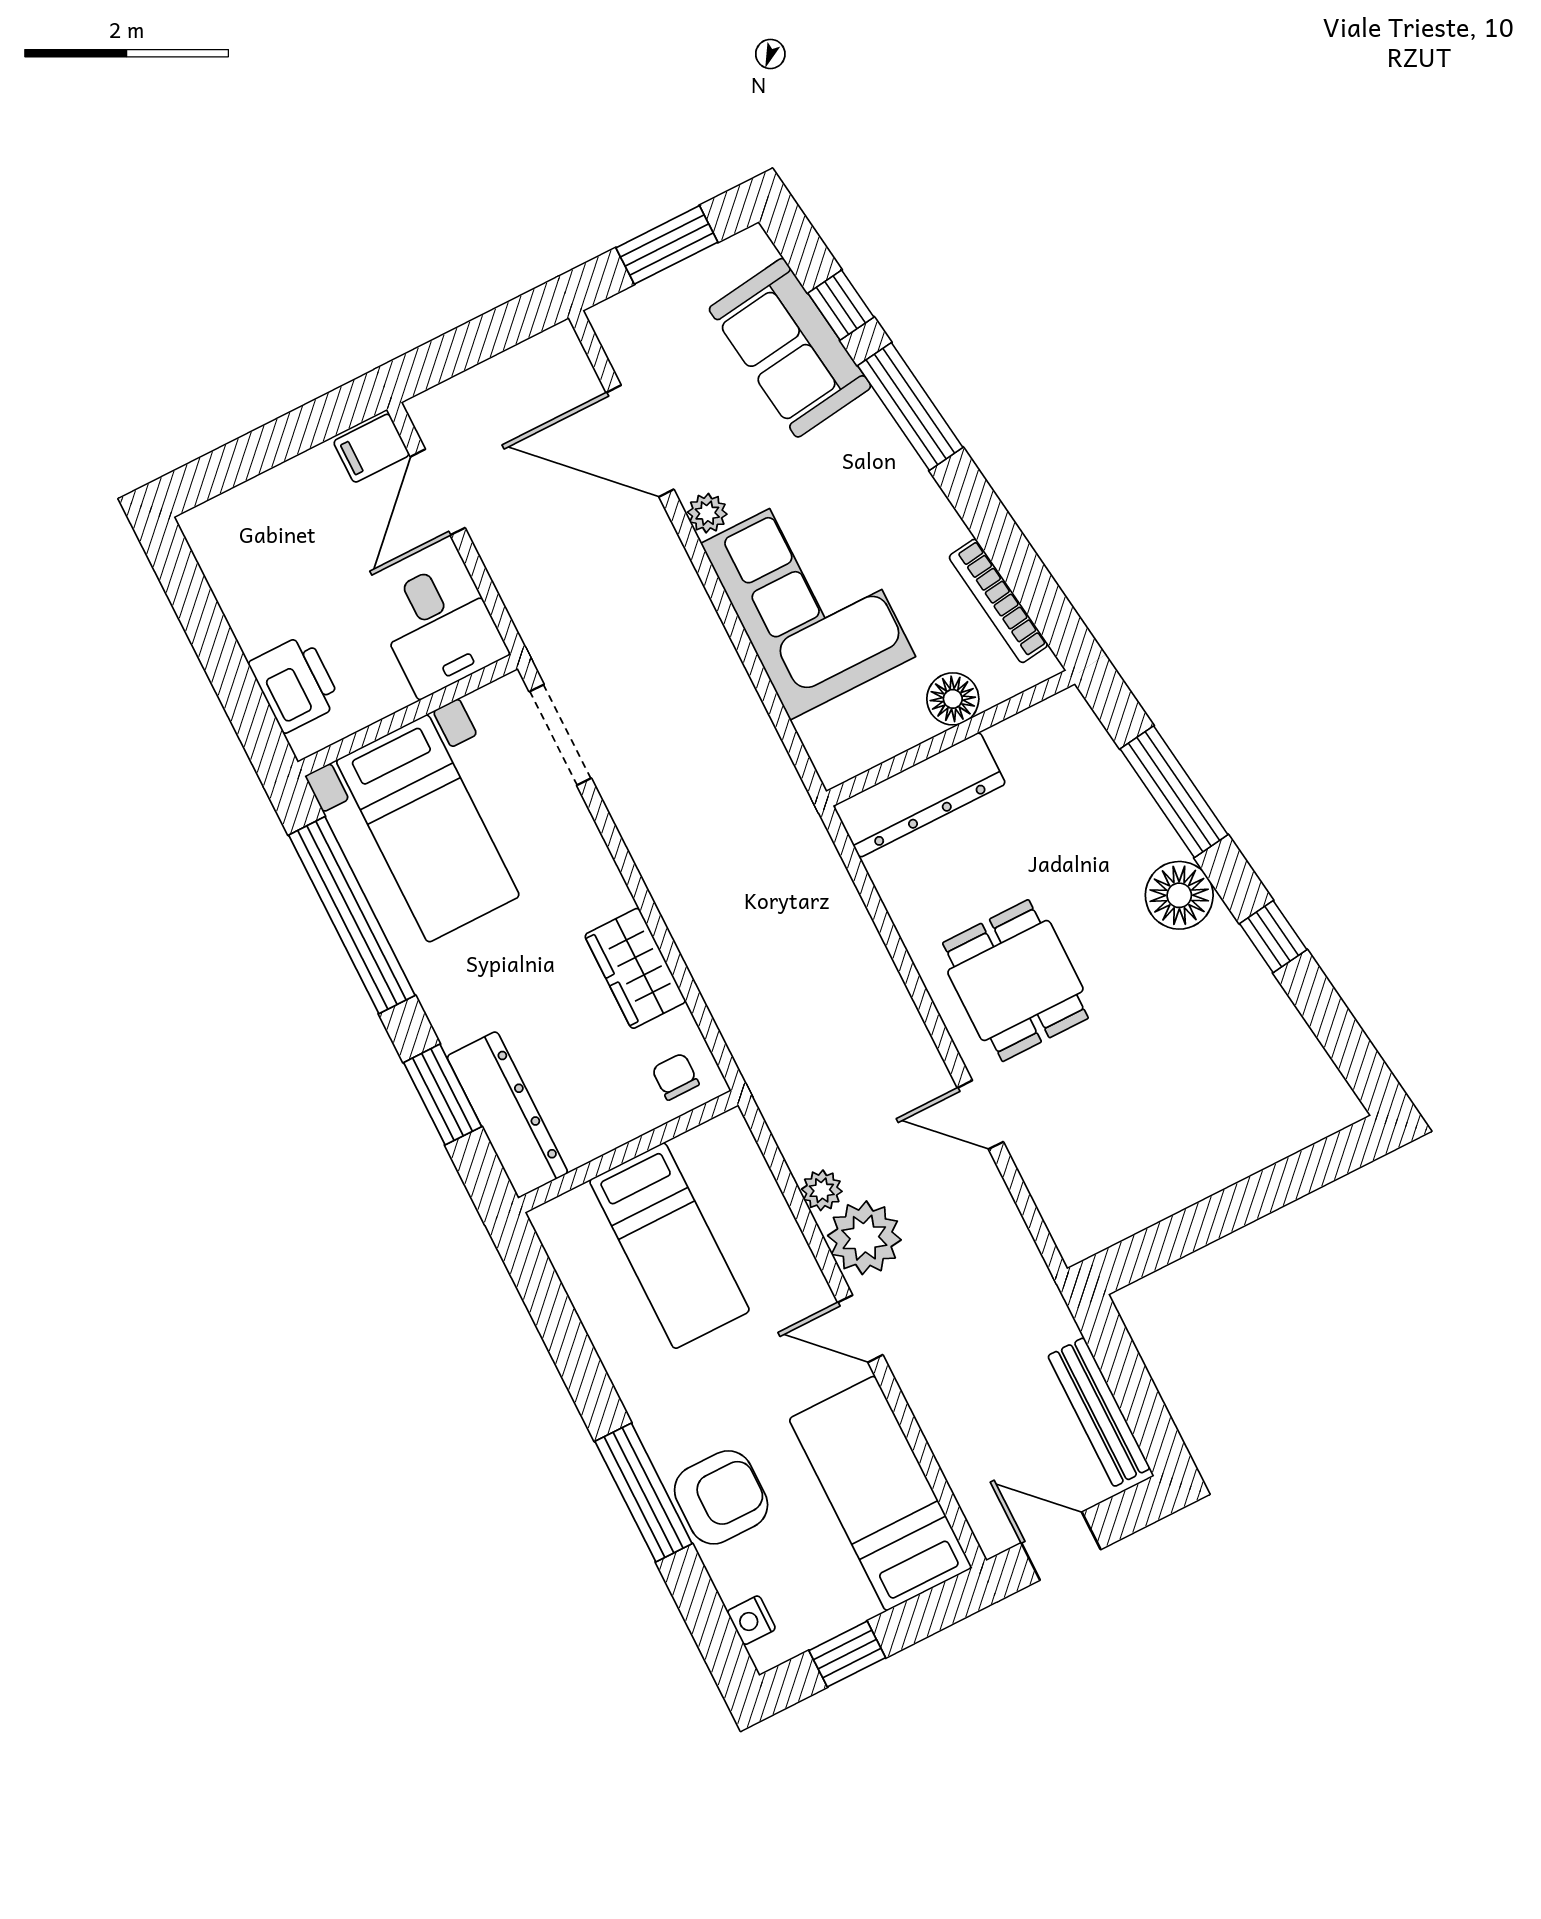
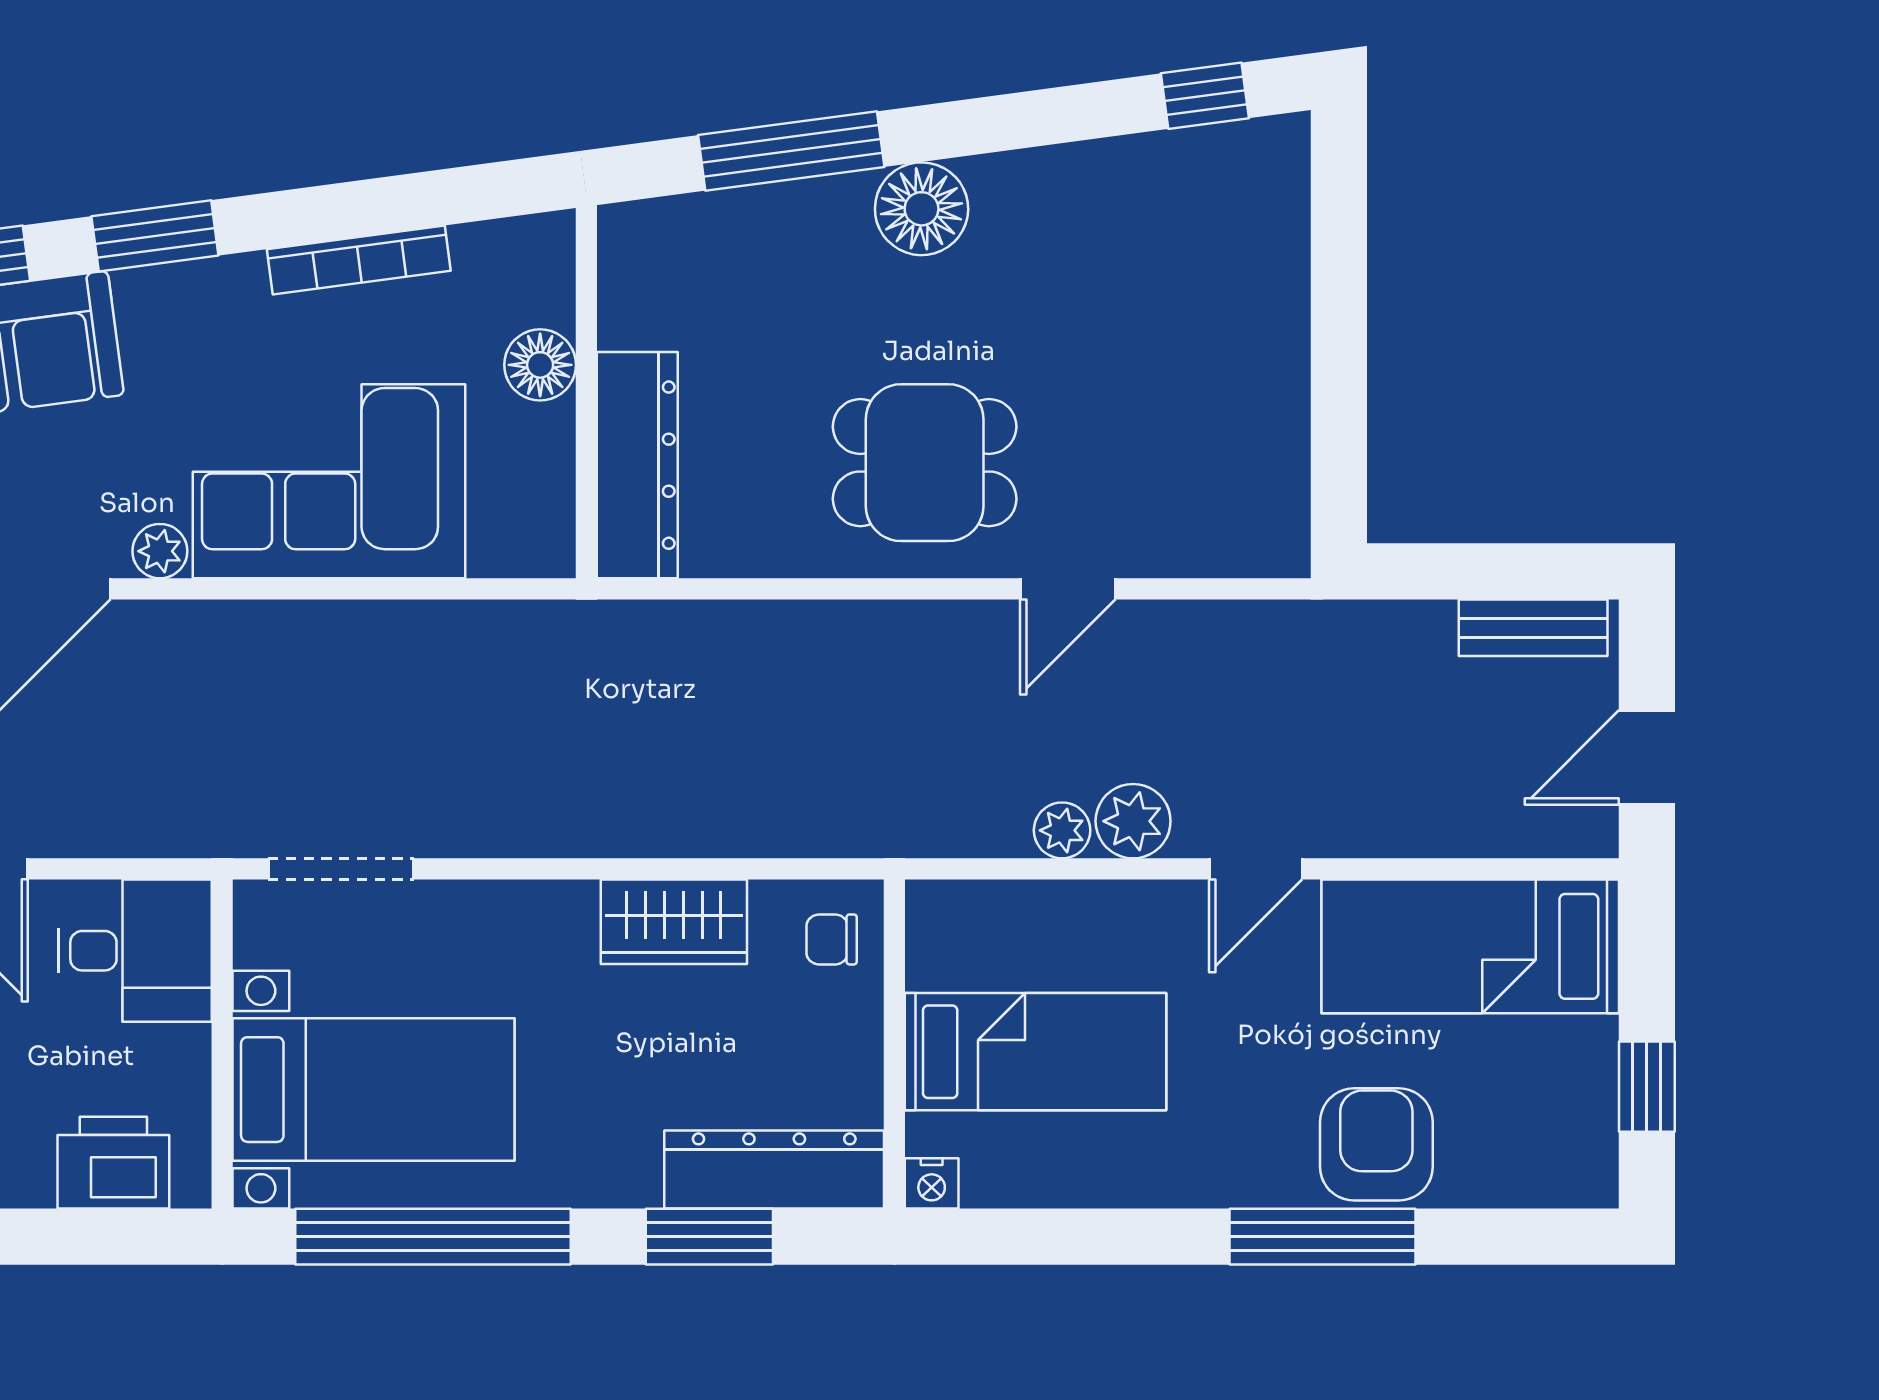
window: (910, 407) -> (155, 236), width x0.69
bookcase: (998, 601) -> (359, 260), moved
window: (1273, 937) -> (1205, 96), moved
plant: (864, 1238) -> (1133, 821), width x0.73, depth x0.73
bench: (1099, 1412) -> (1533, 628), width x0.73
nightstand: (751, 1620) -> (932, 1183), moved

